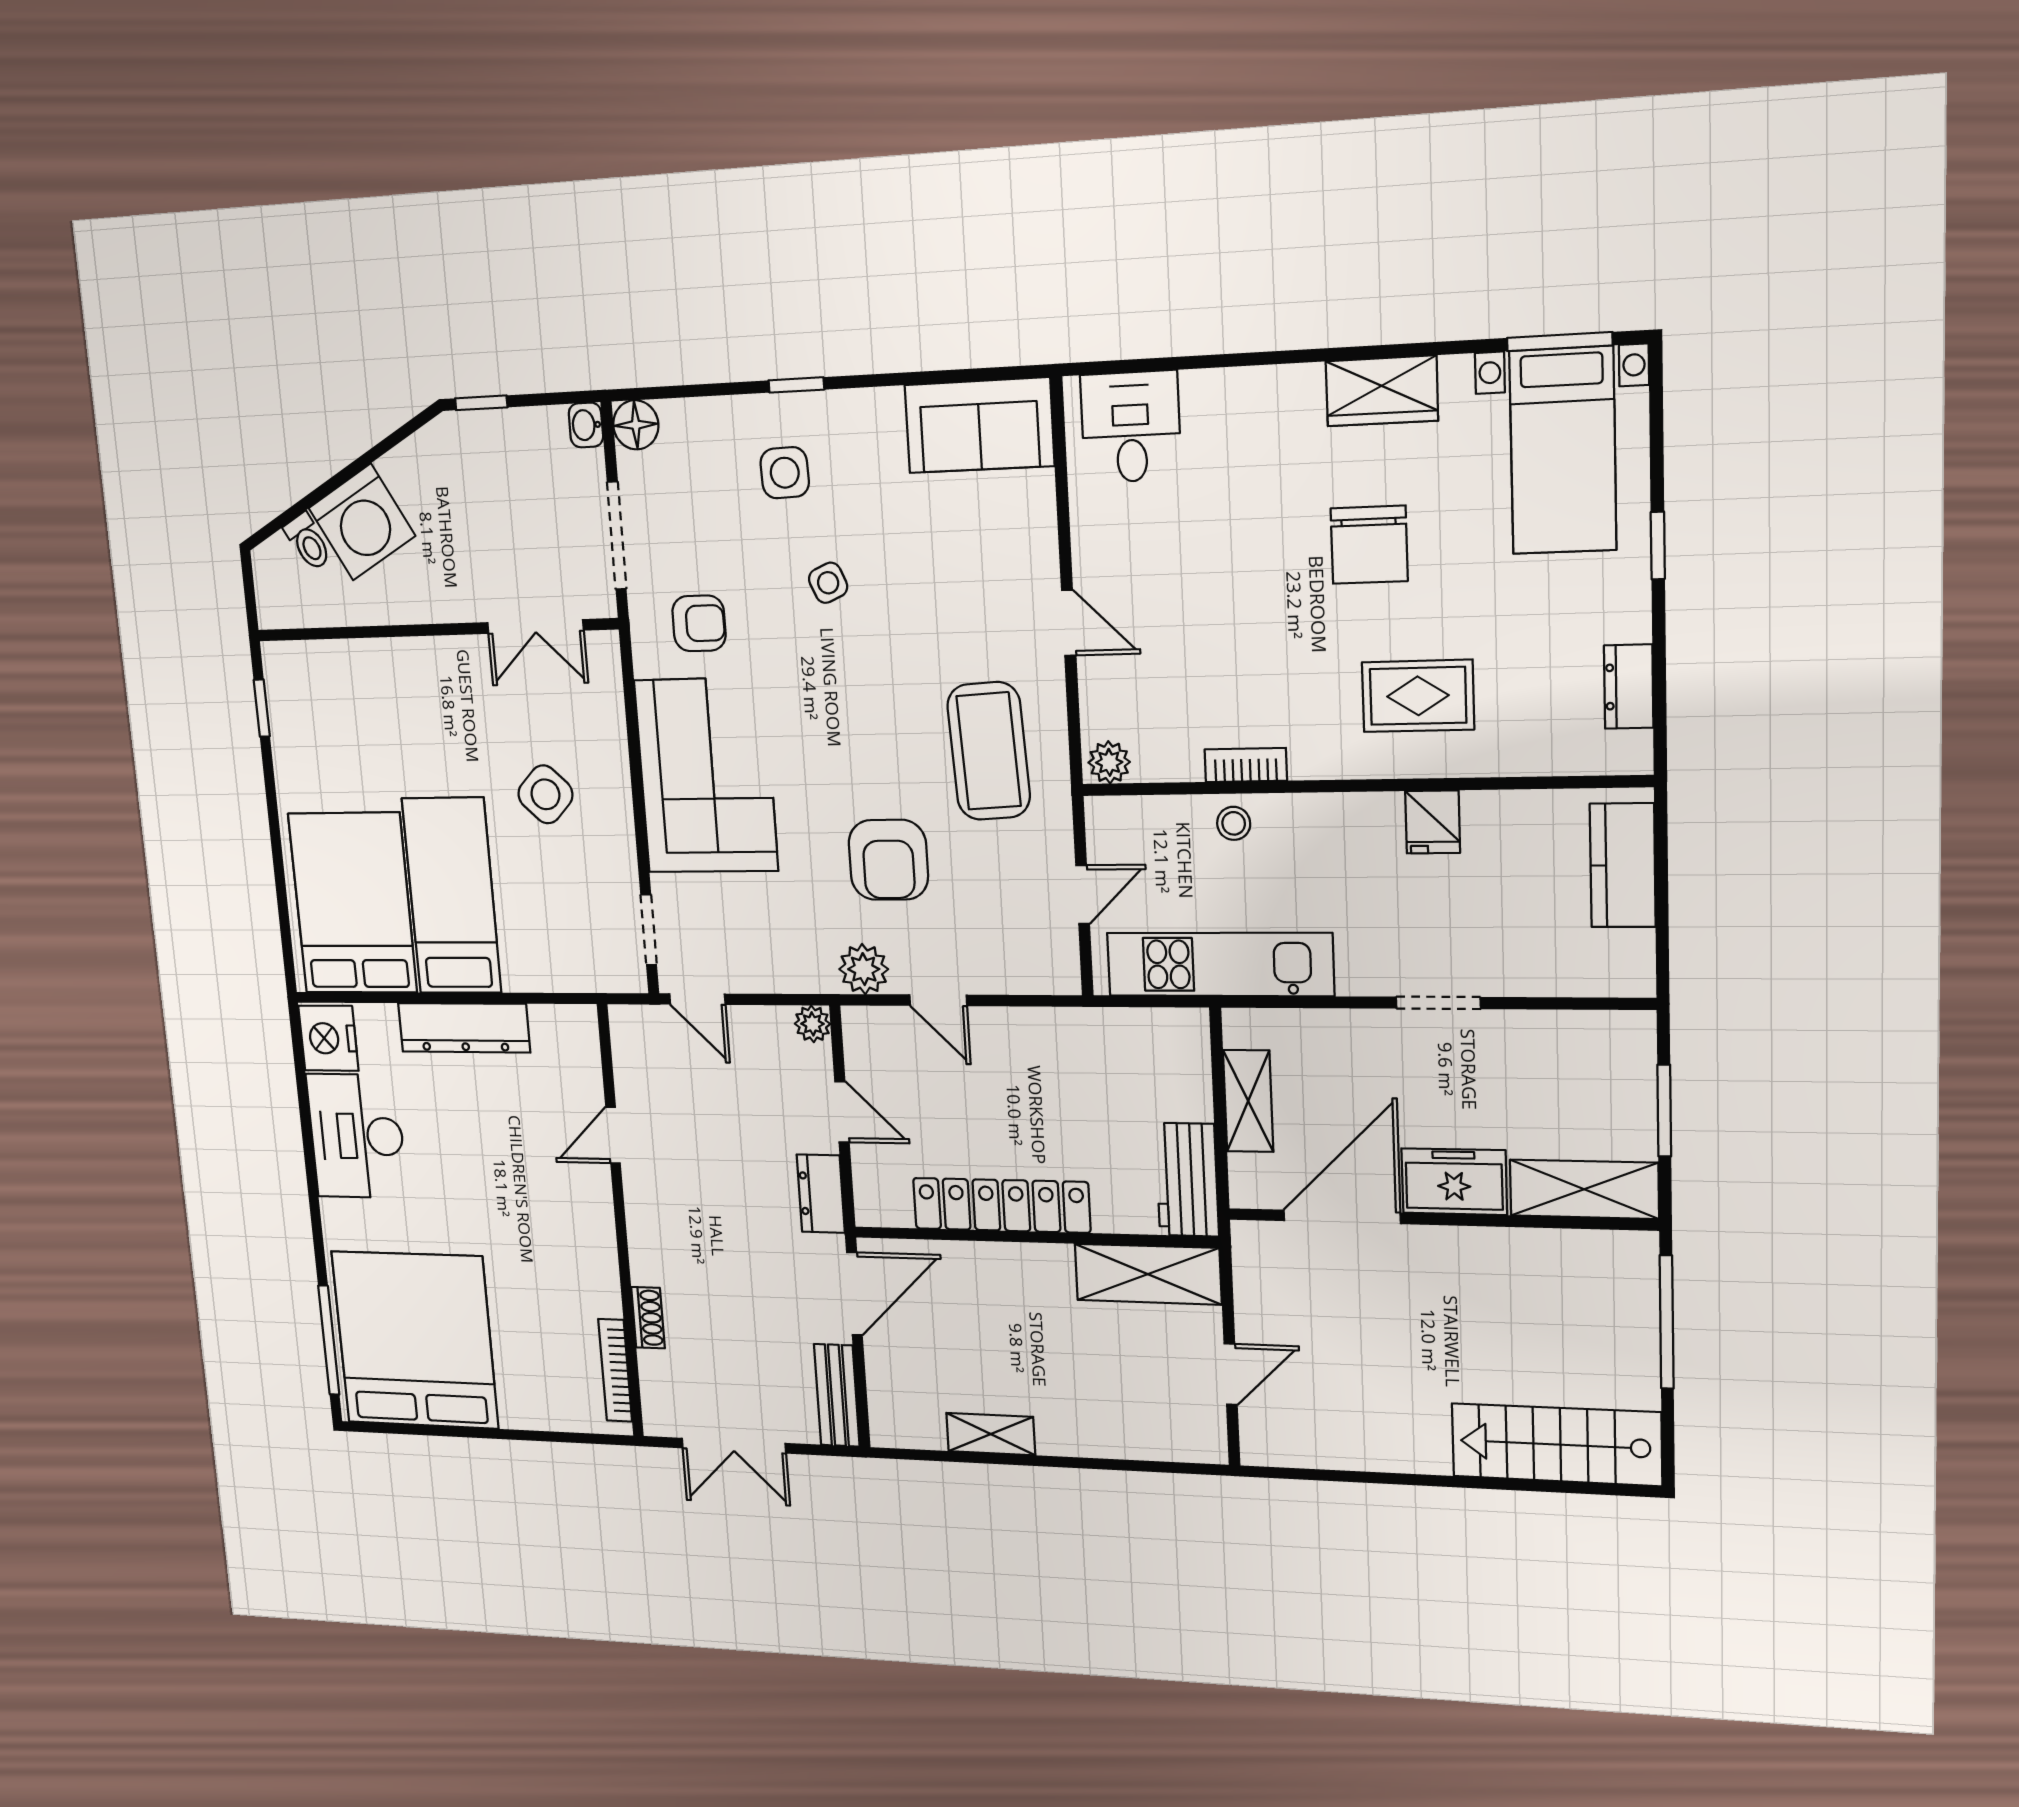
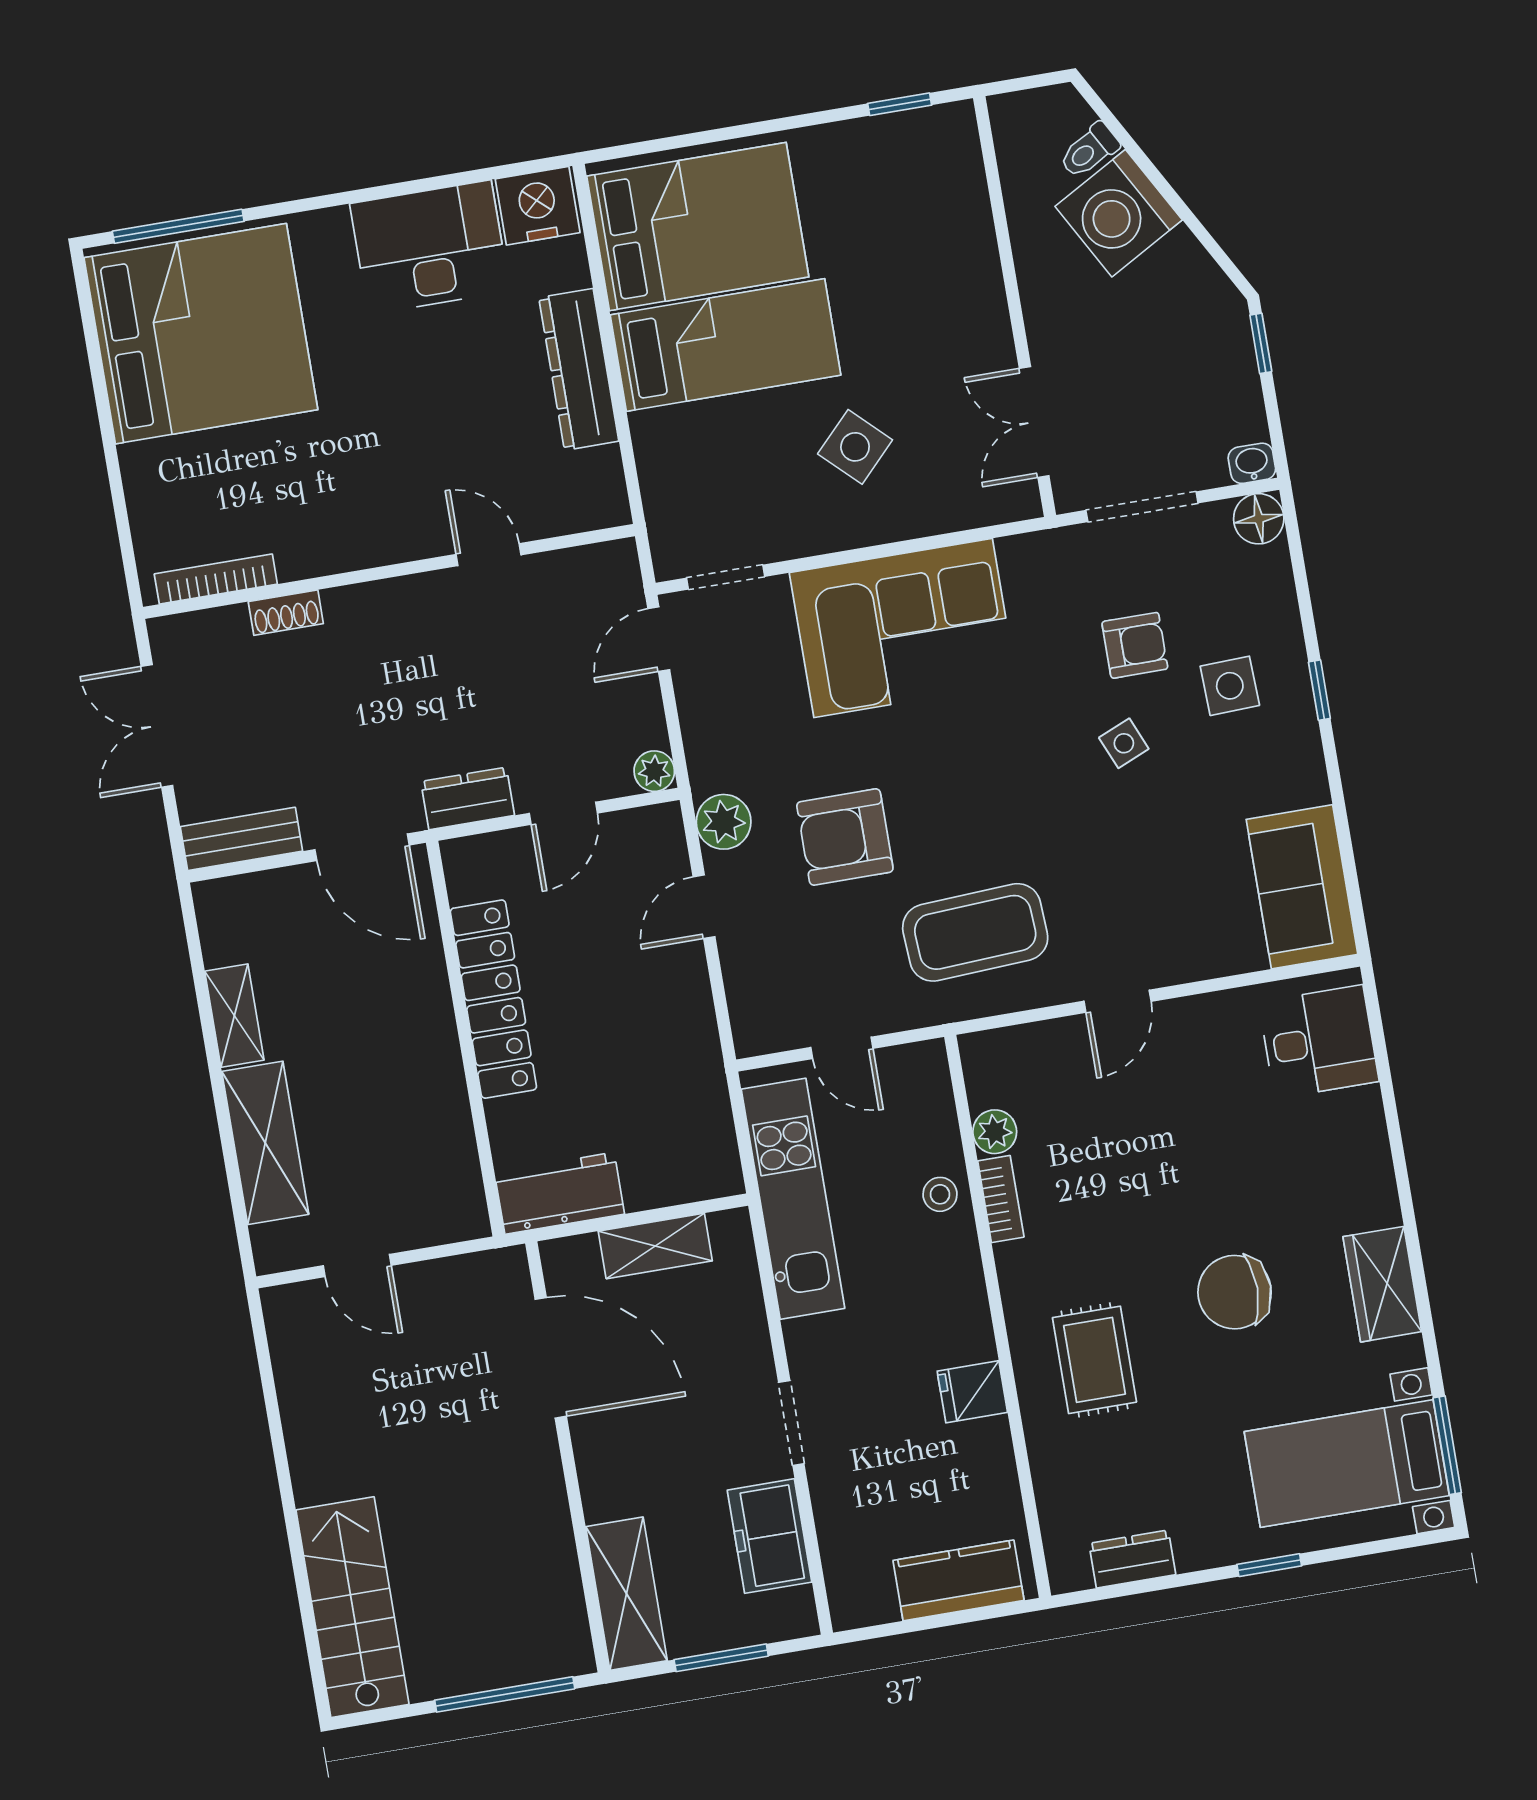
armchair: (699, 623) -> (1135, 645), moved, turned -90
plant: (1109, 762) -> (995, 1132), moved
freezer: (1454, 1182) -> (770, 1536), moved, turned 180
shelving: (1148, 1274) -> (265, 1143), moved

